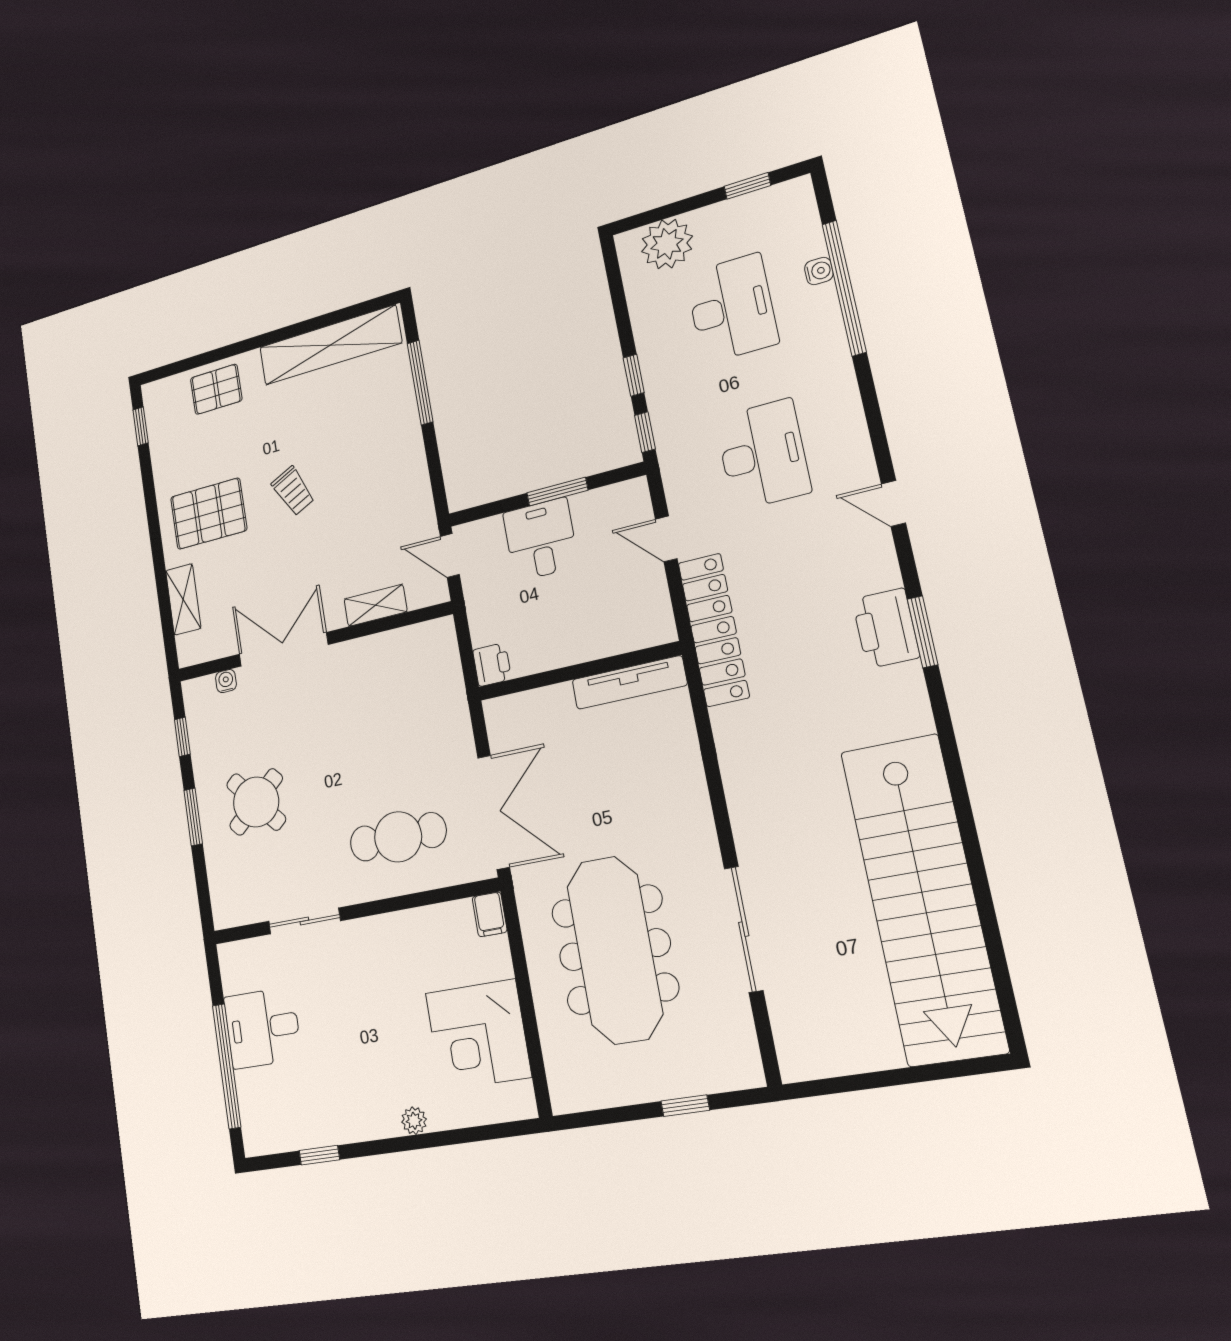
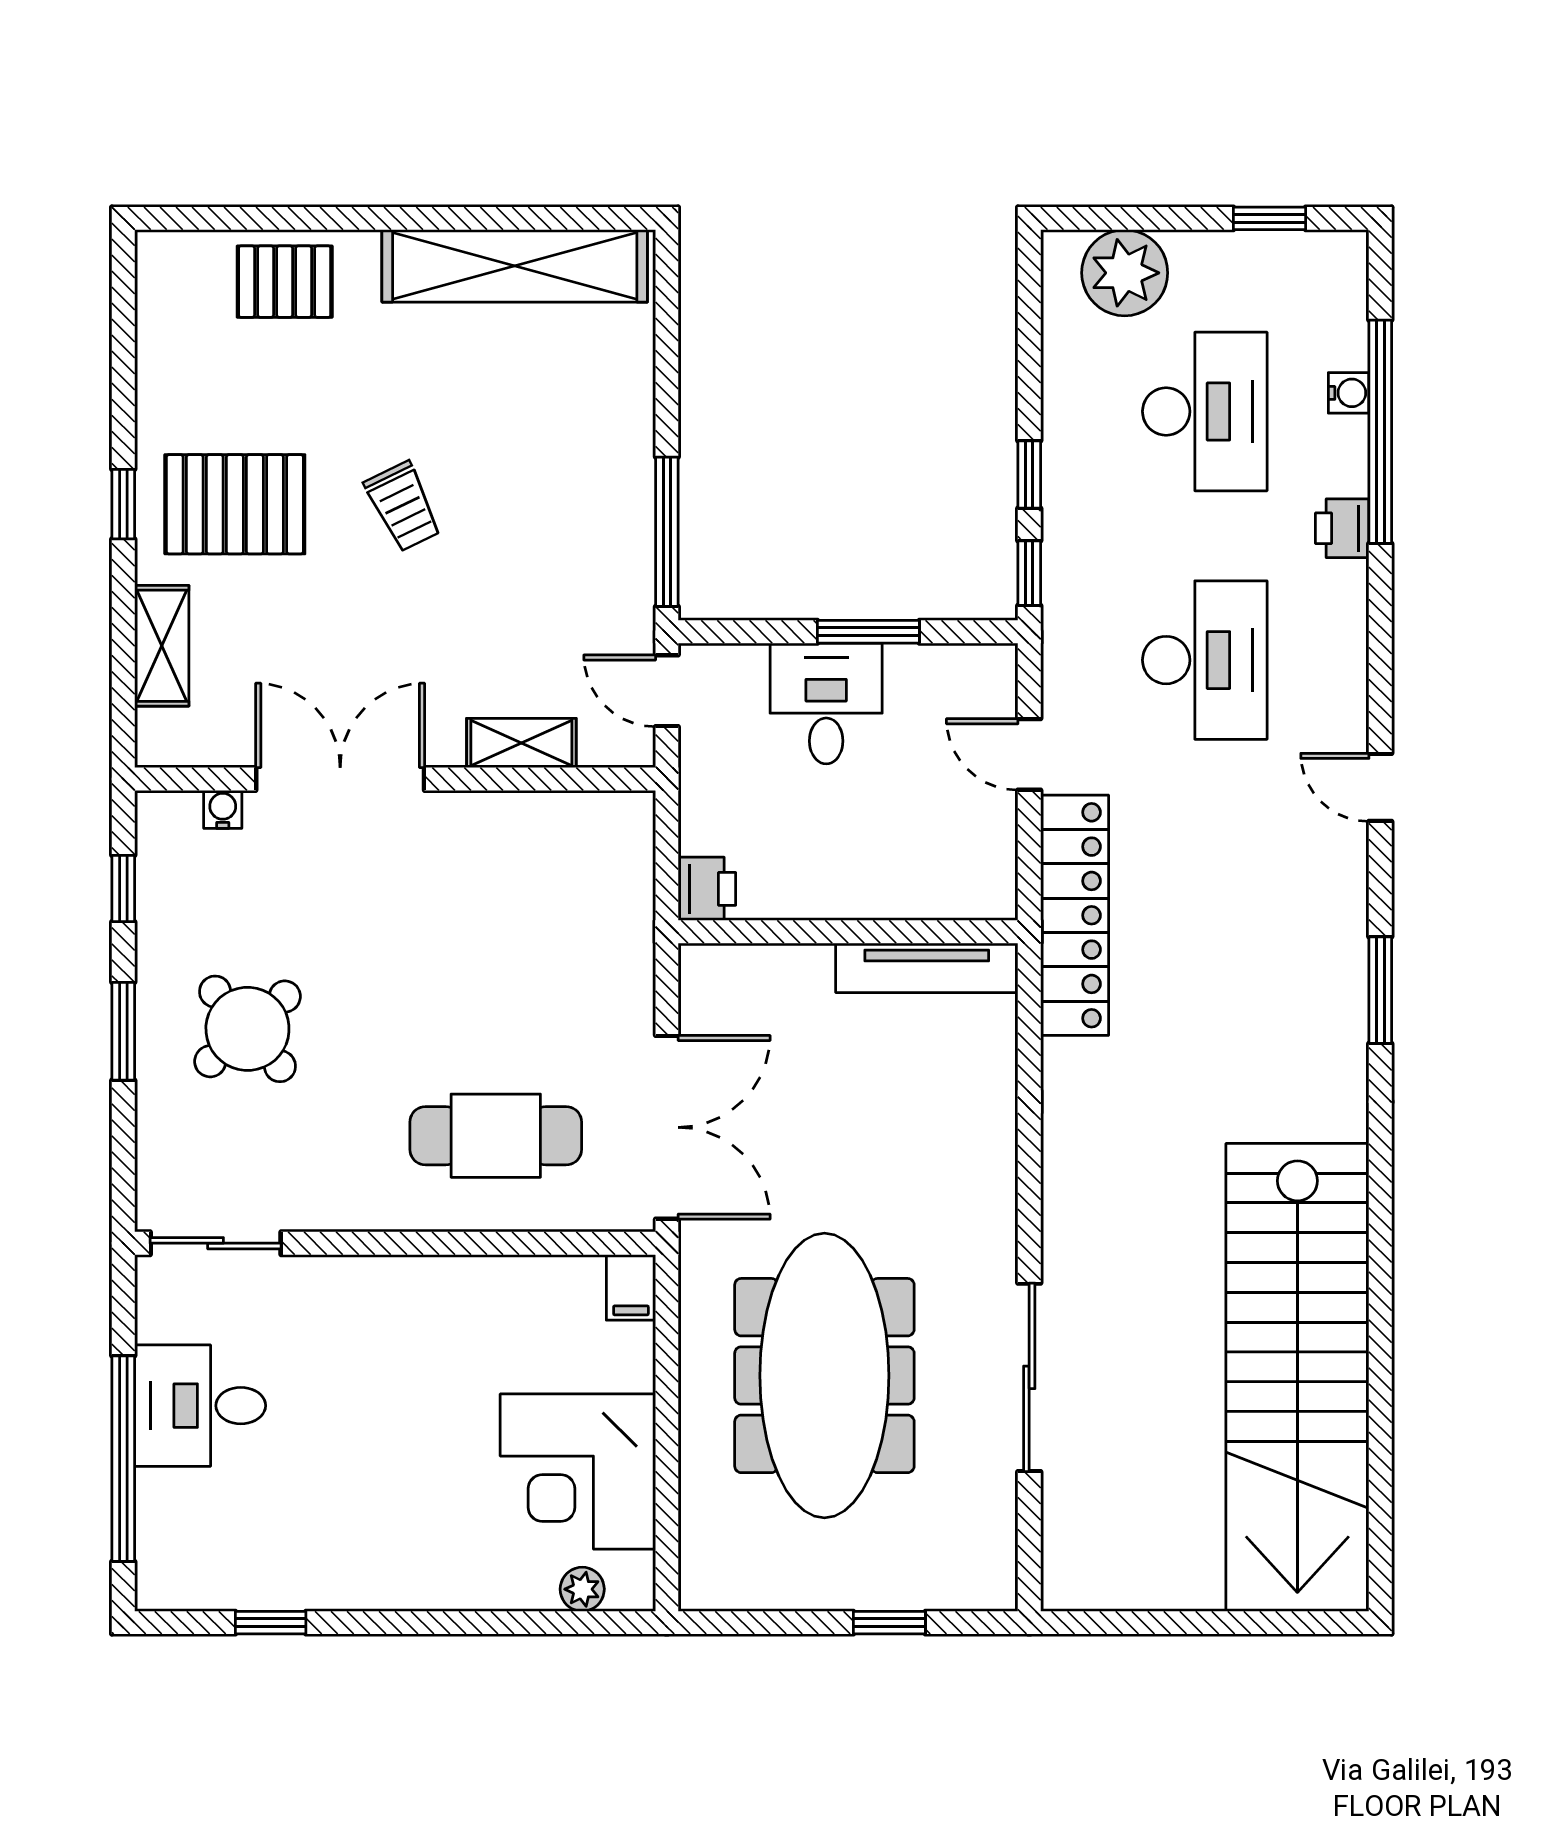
window: (420, 382) -> (667, 532), moved
window: (141, 426) -> (123, 504), moved
printer: (886, 628) -> (1342, 528), moved, width x0.53, depth x0.68
sliding door: (304, 921) -> (216, 1243), moved
plant: (414, 1121) -> (582, 1589), moved

